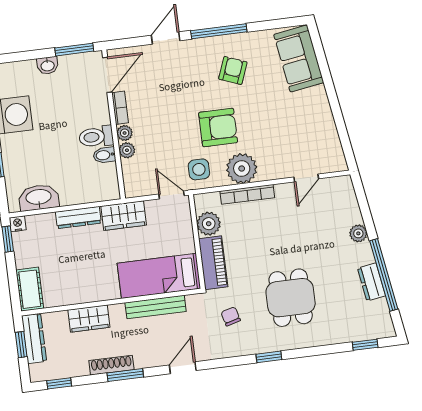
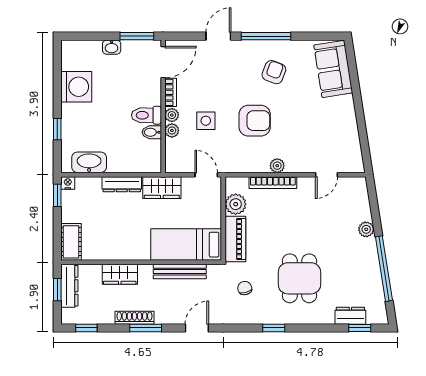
side table: (199, 169) -> (206, 121), moved
plant: (242, 169) -> (277, 166), width x0.53, depth x0.53
dresser: (371, 282) -> (350, 316), moved, turned 99

